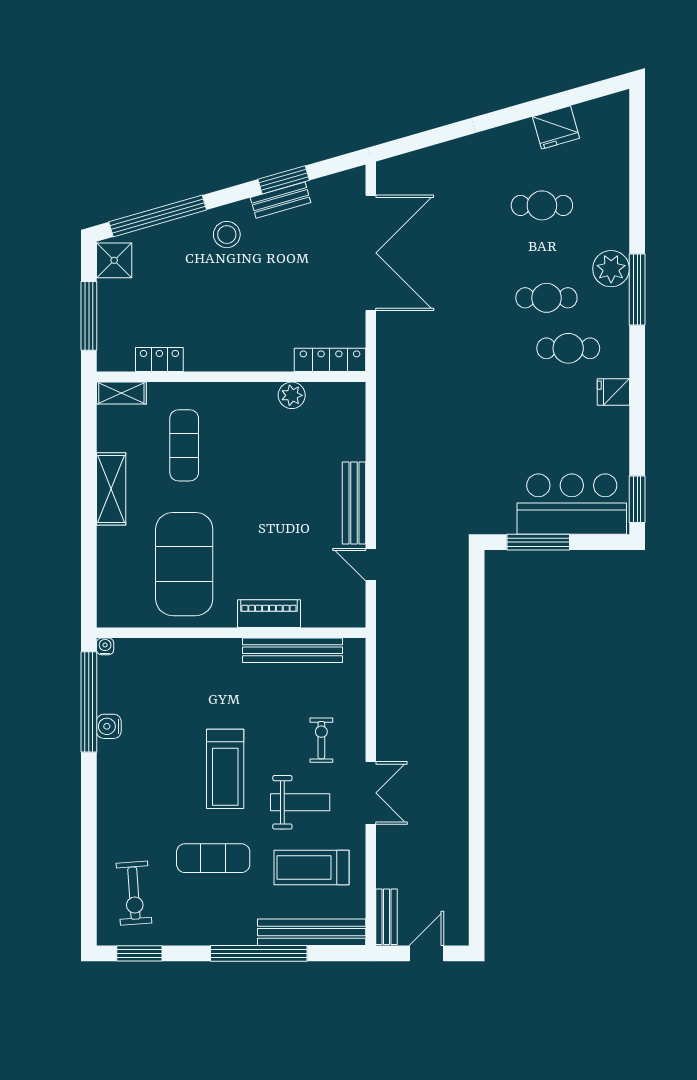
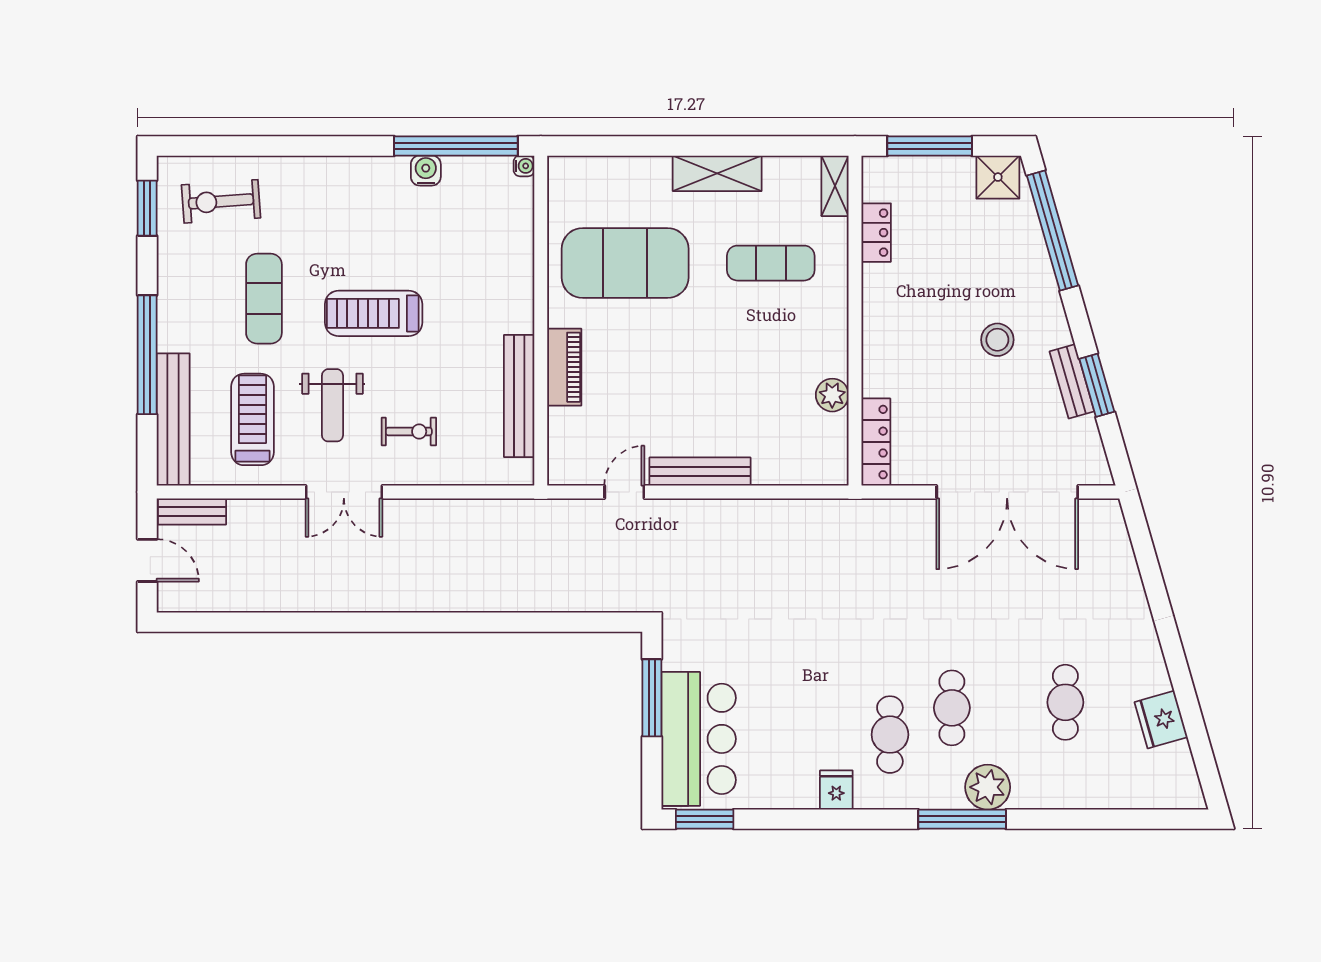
stool: (227, 235) -> (997, 340), moved

